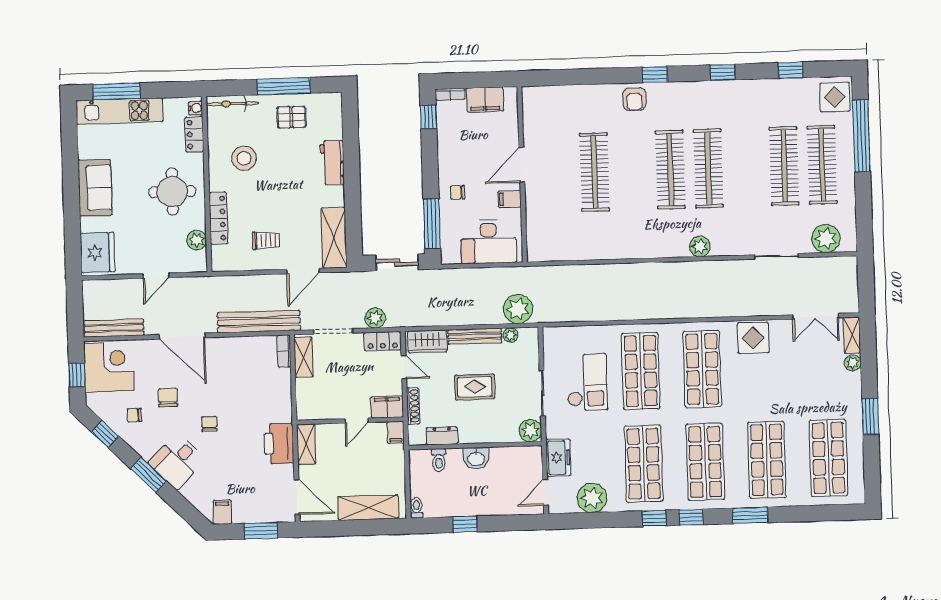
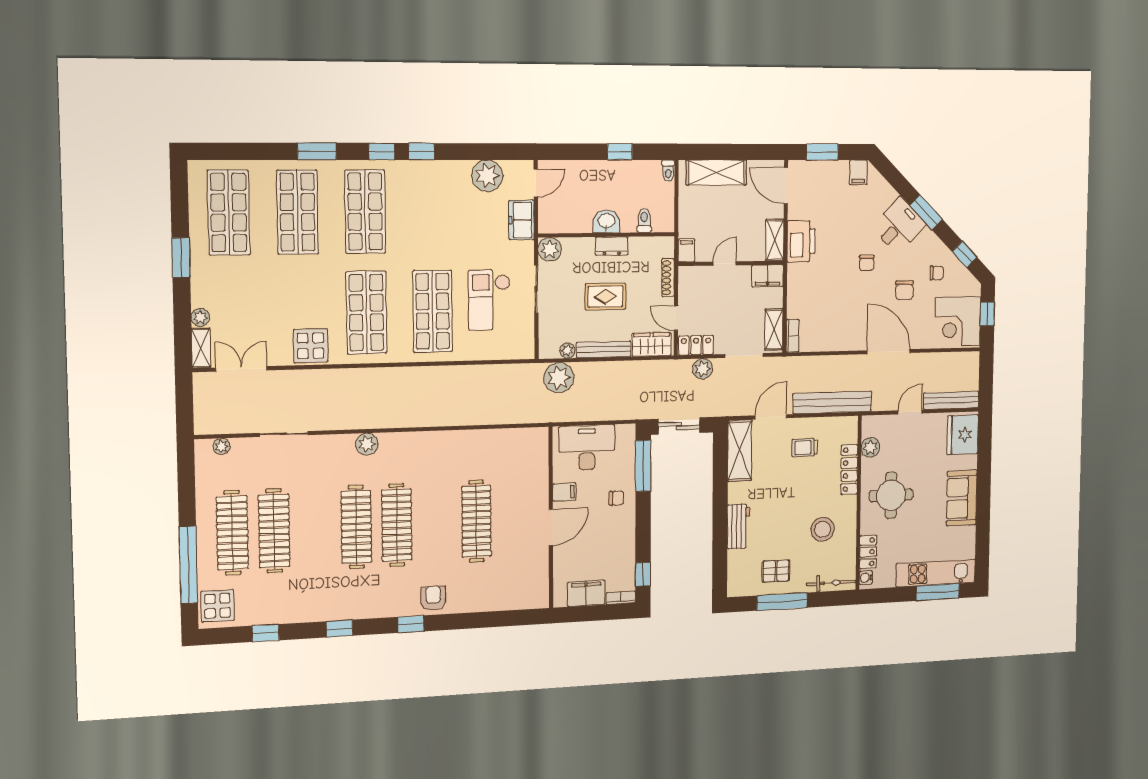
plant: (826, 239) -> (222, 446), width x0.53, depth x0.53
bench: (259, 322) -> (832, 402), moved
bench: (114, 328) -> (951, 400), moved
filing cabinet: (387, 407) -> (768, 276), moved
dresser: (442, 436) -> (612, 246), moved
shop shelf: (644, 464) -> (432, 211), removed

